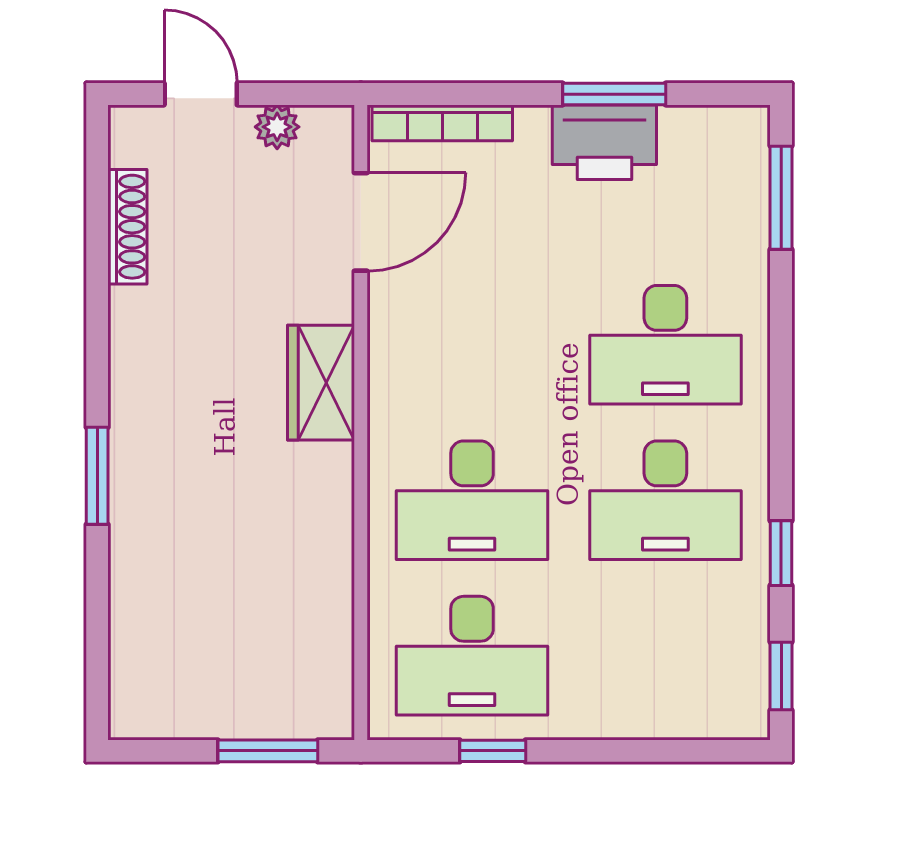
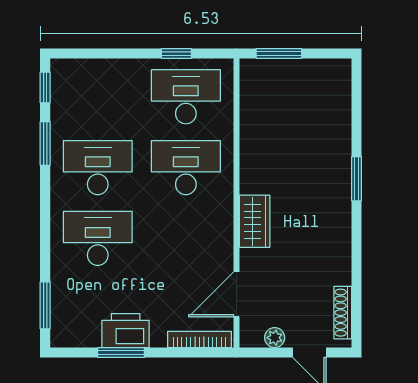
shoe rack: (127, 227) -> (343, 313), moved
window: (781, 553) -> (45, 143), width x1.50

